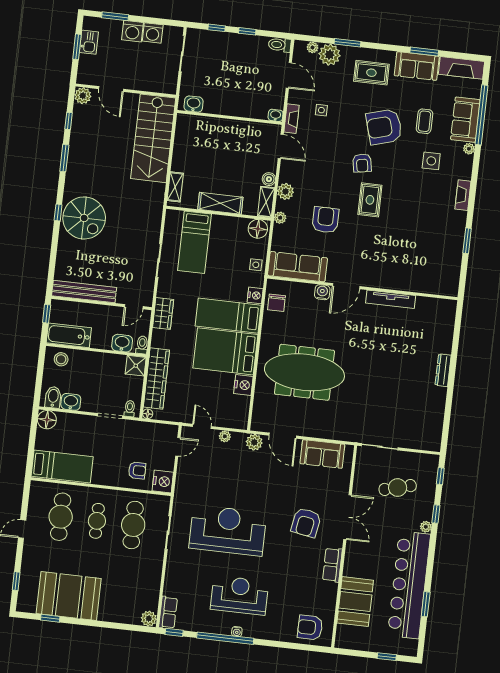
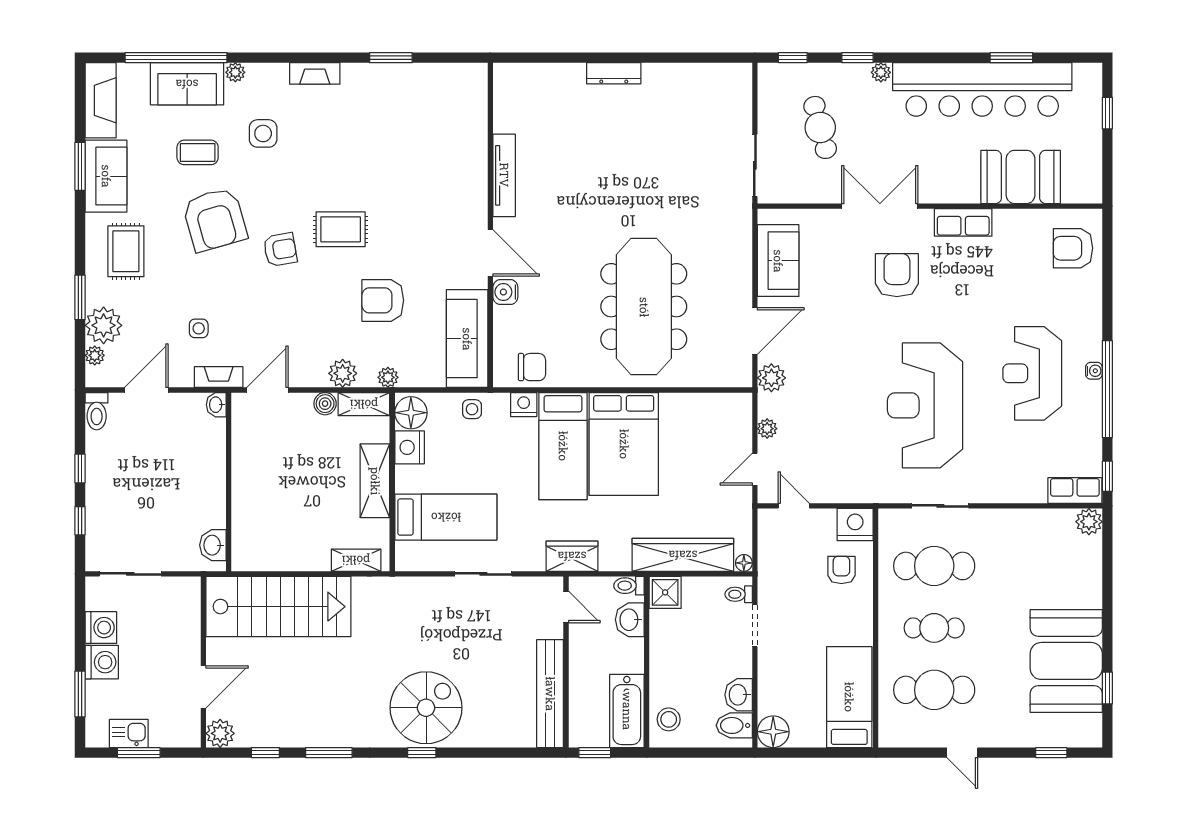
nightstand: (243, 385) -> (410, 447), moved, turned -90
armchair: (306, 523) -> (897, 275), turned -100
armchair: (310, 627) -> (1073, 248), turned 90

